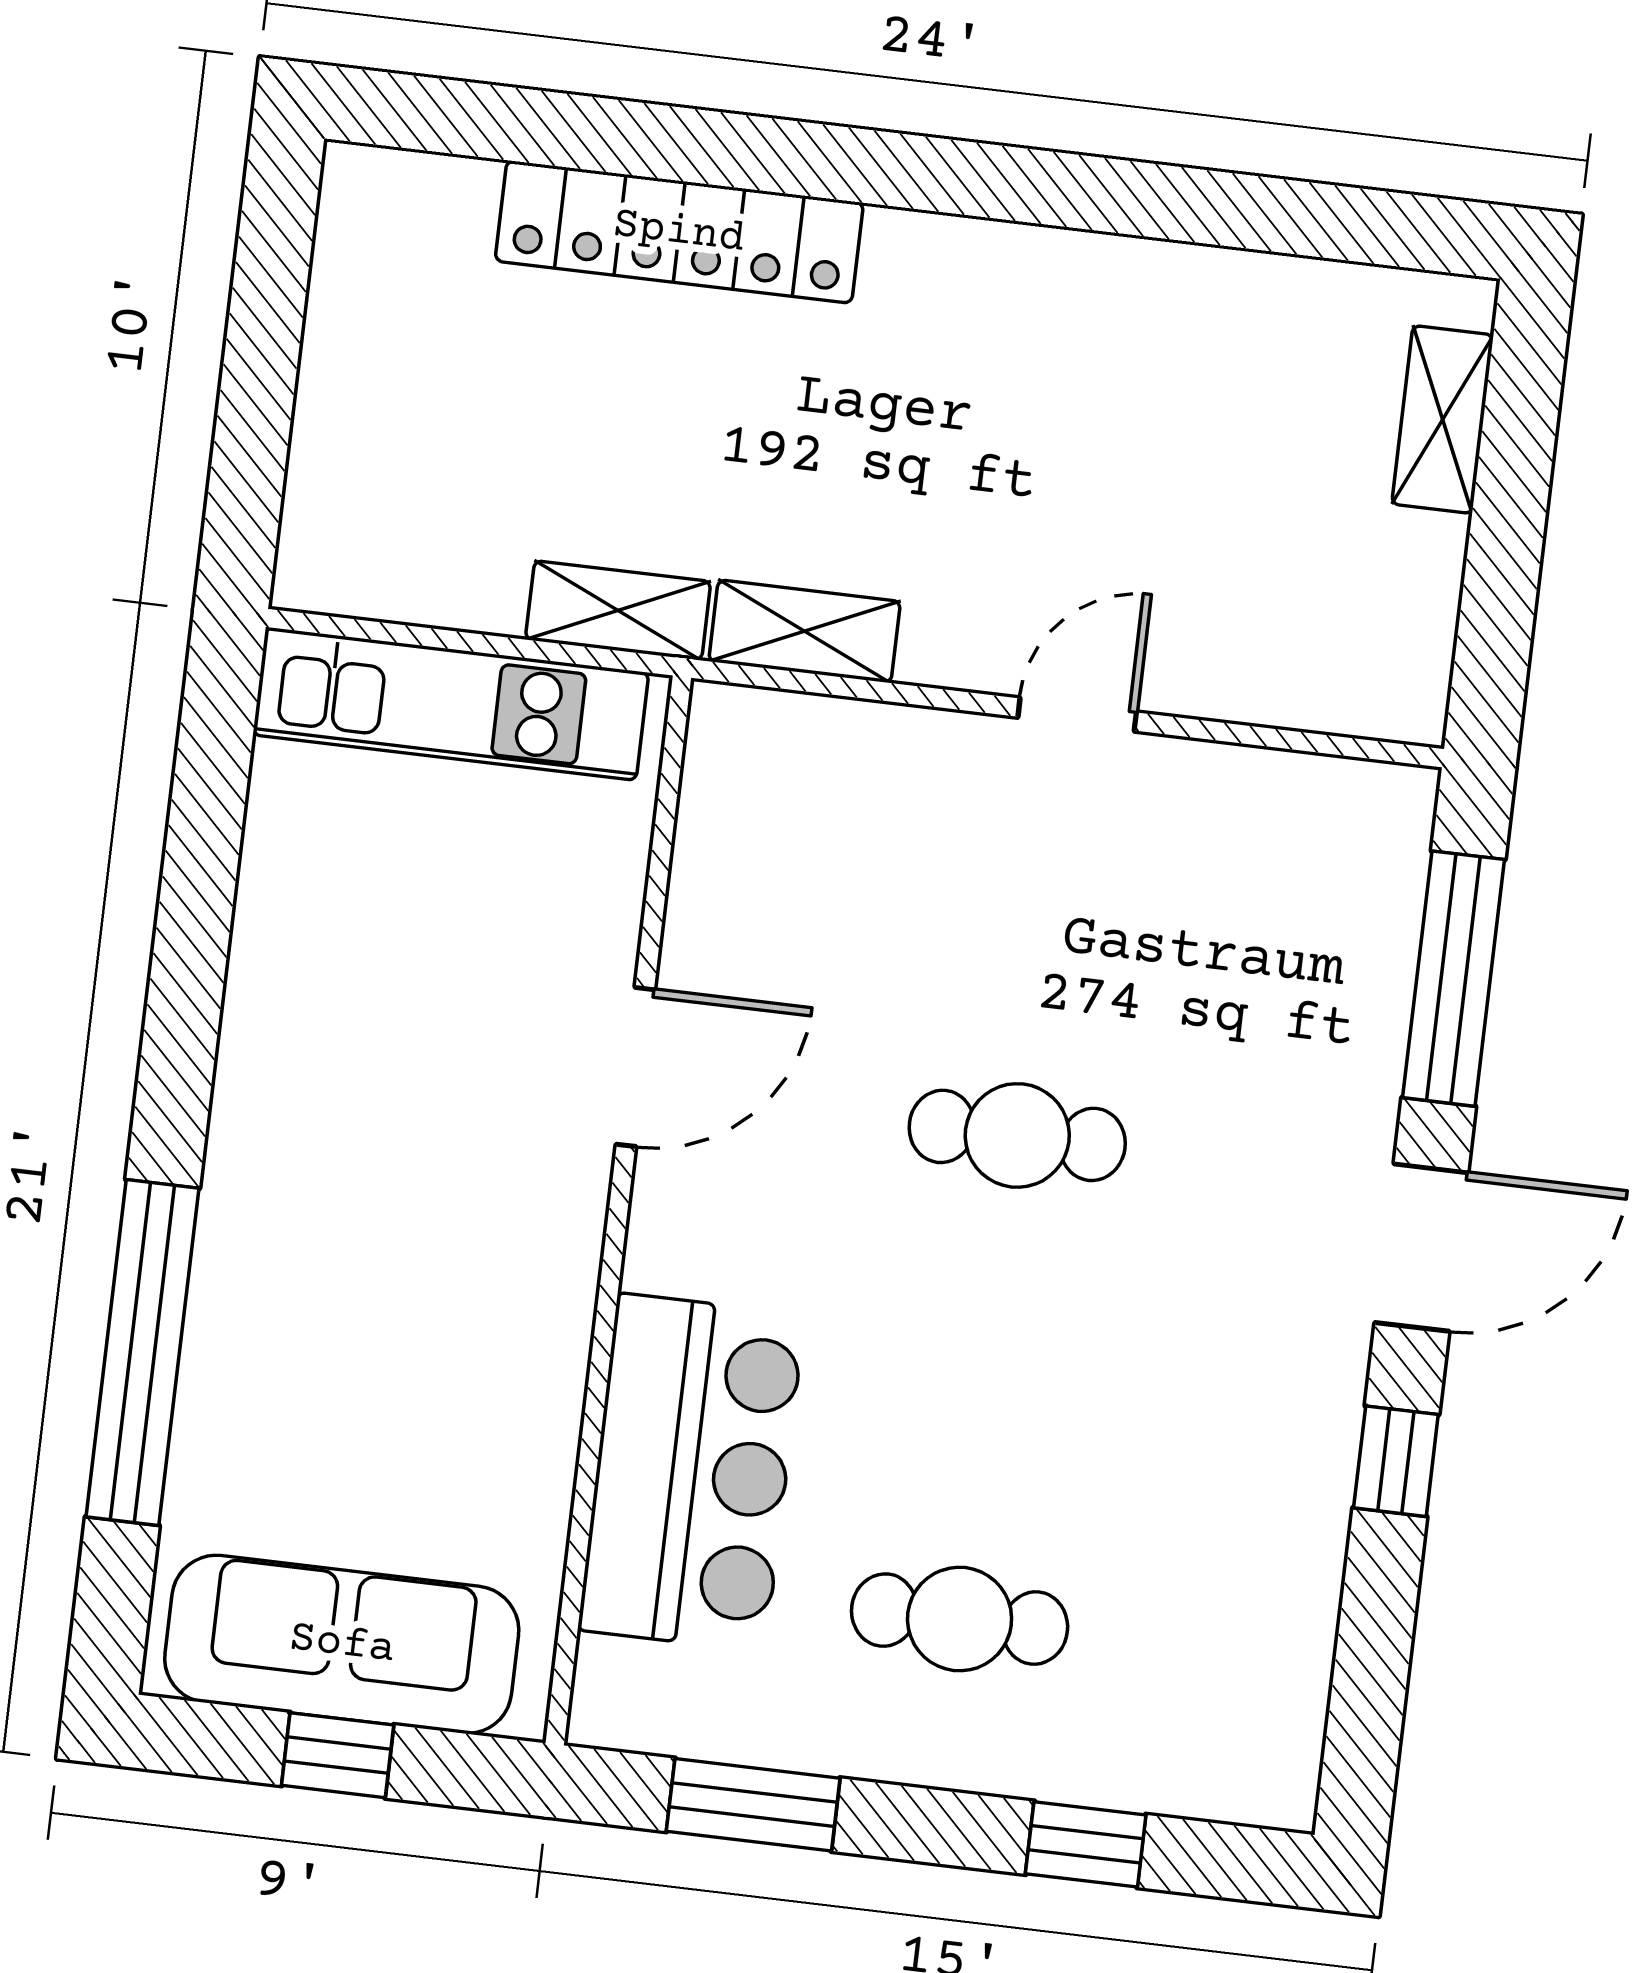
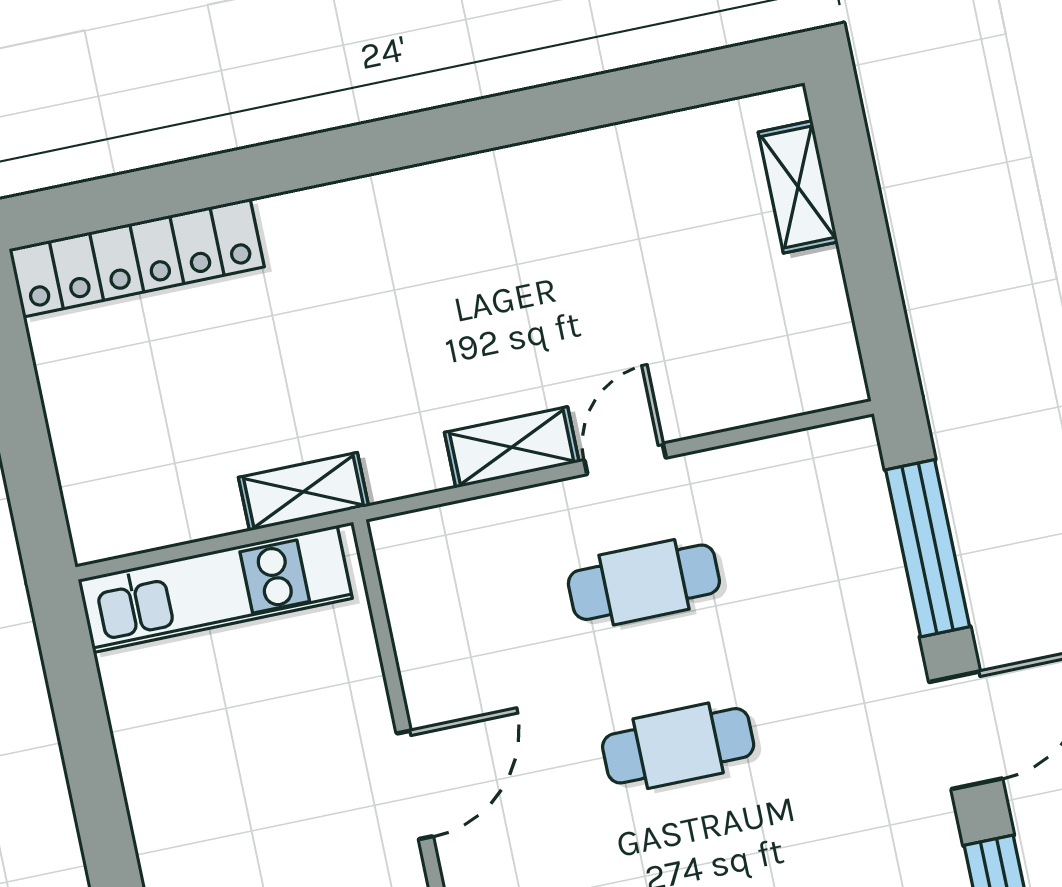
locker: (679, 232) -> (137, 258), moved
shelving: (805, 631) -> (512, 447), moved
cafe table: (1046, 894) -> (644, 582), added

